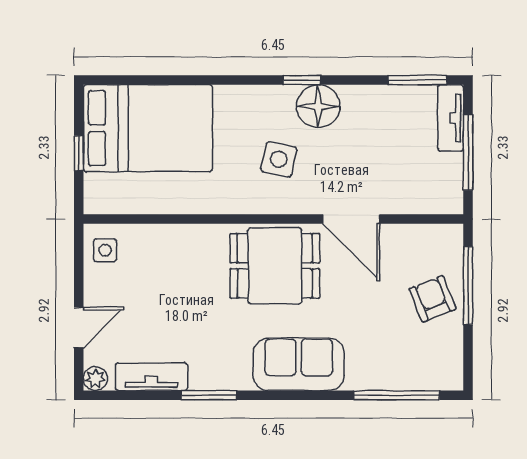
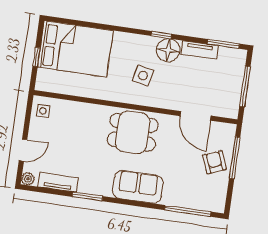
tv unit: (451, 118) -> (200, 50), moved, turned -90
door: (351, 219) -> (196, 116), moved

